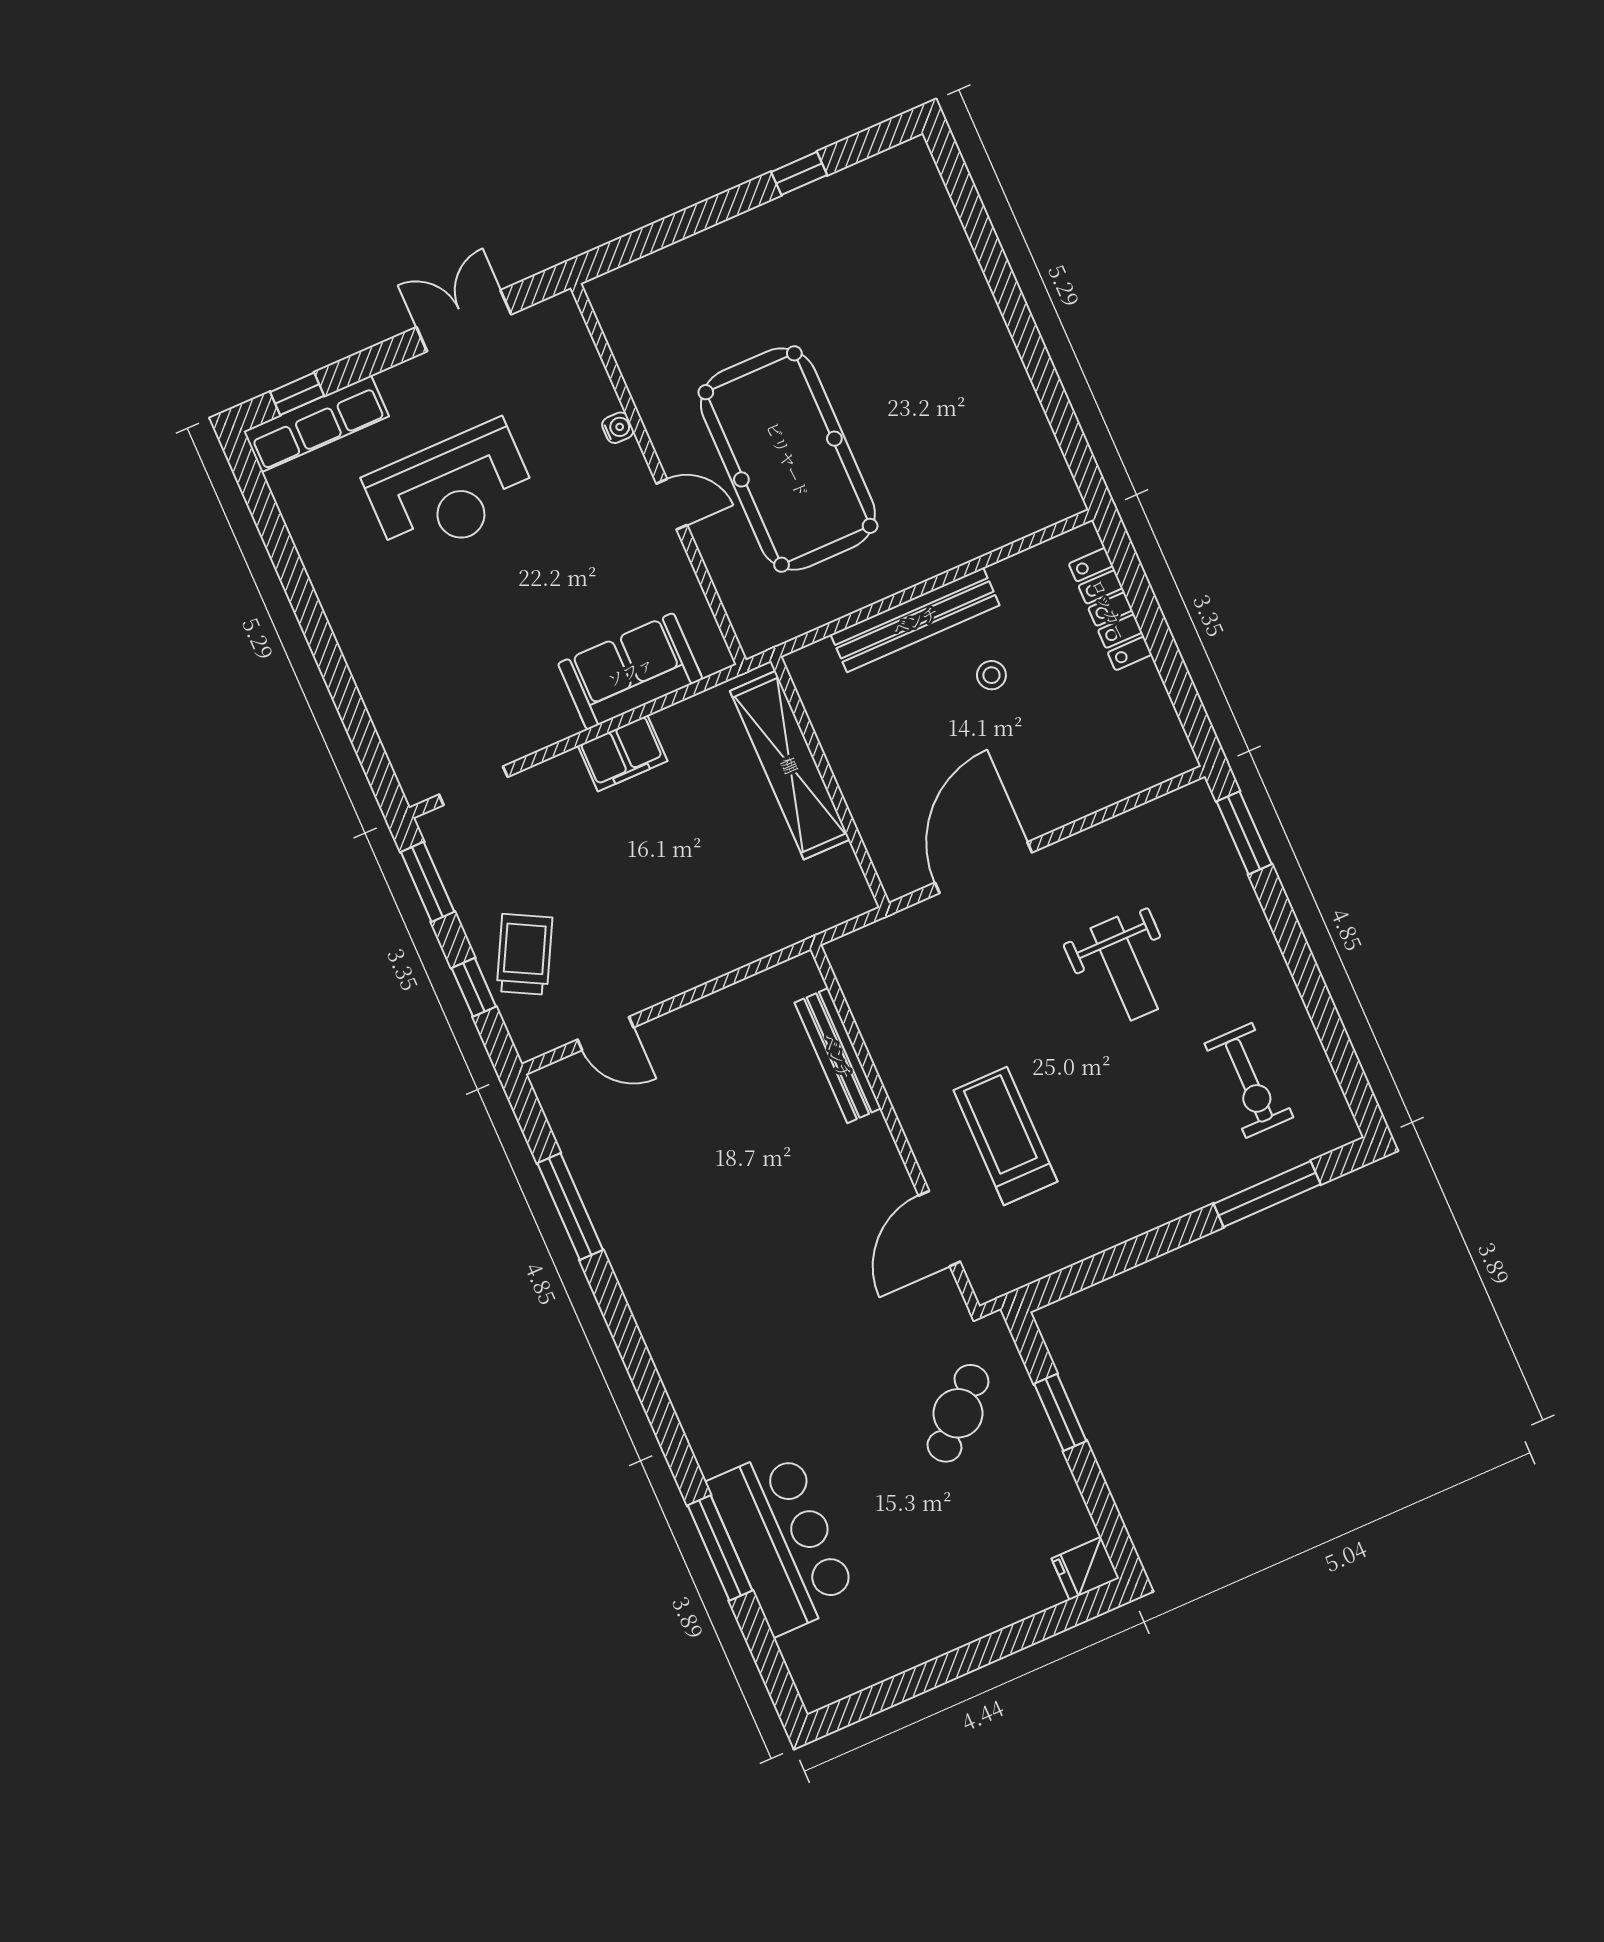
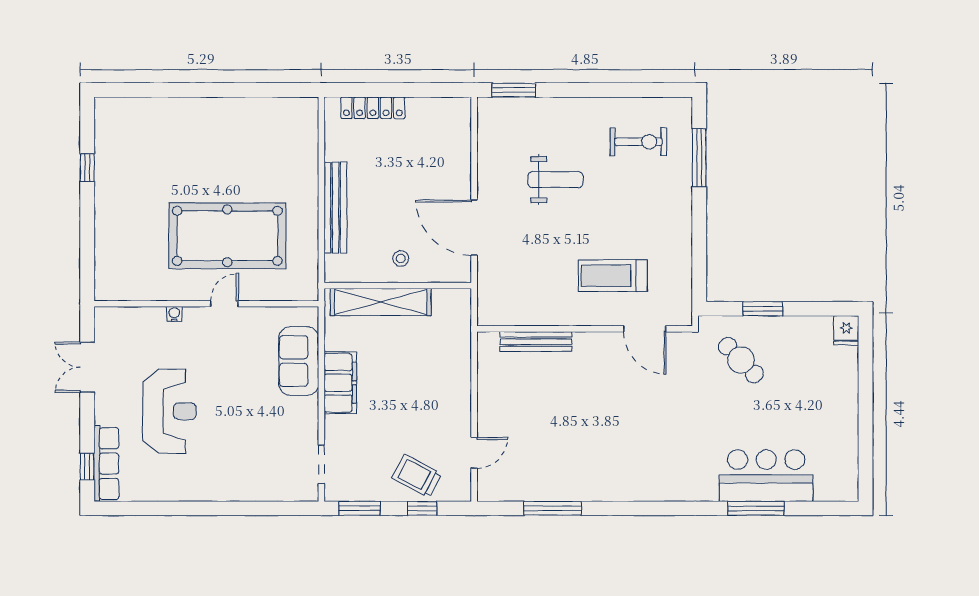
stool: (991, 675) -> (401, 258), moved
filing cabinet: (623, 753) -> (340, 383), width x1.50, depth x1.17

